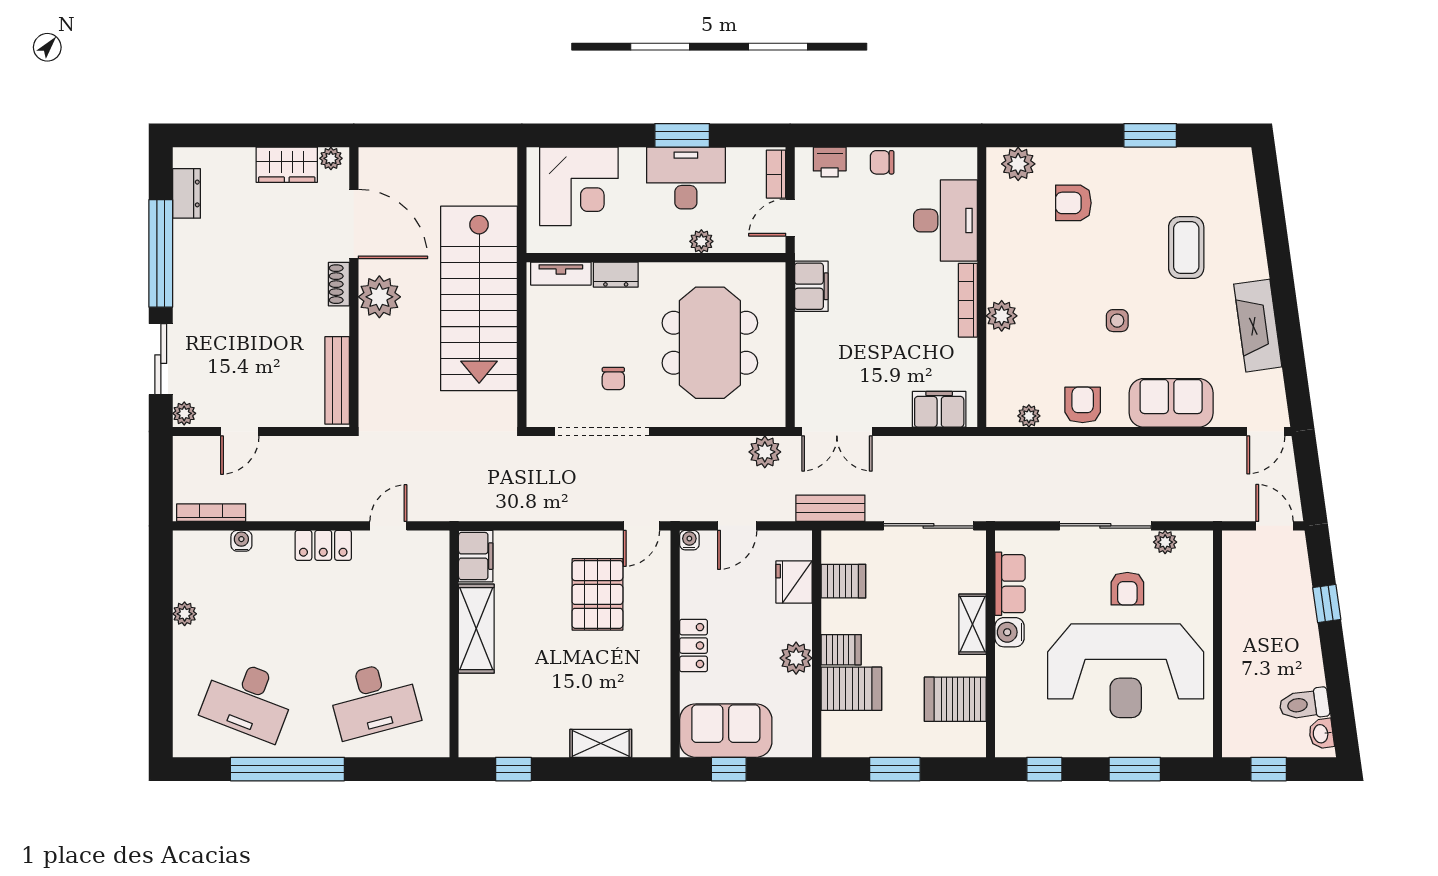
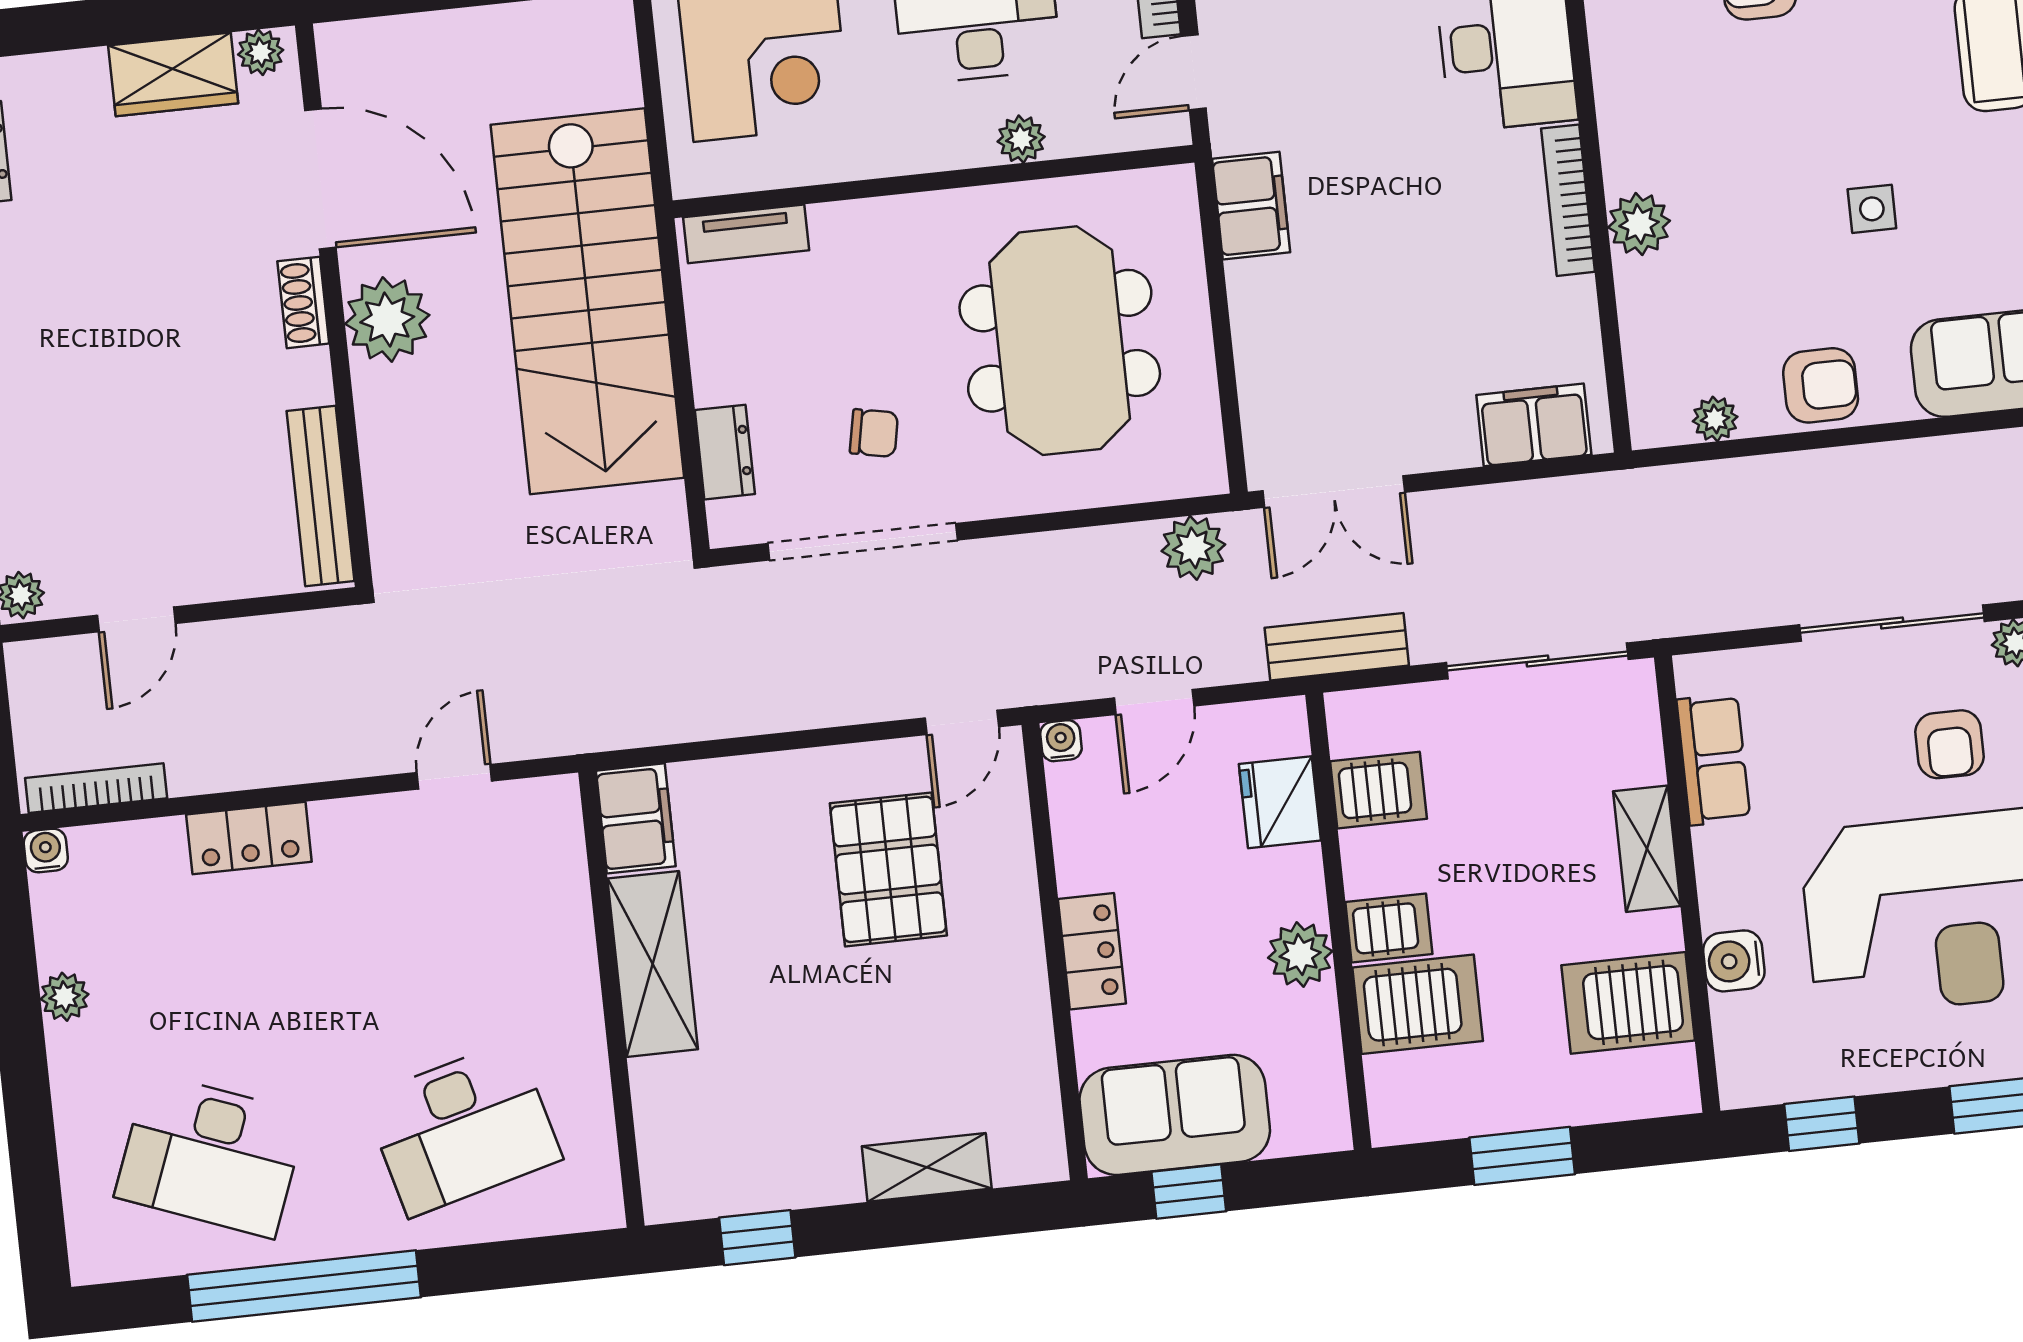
dresser: (616, 275) -> (725, 452), moved, turned -90
chair: (613, 379) -> (874, 433), turned -79
armchair: (1083, 405) -> (1821, 385), turned 90
water cooler: (241, 541) -> (46, 851), moved
locker: (323, 545) -> (249, 838), moved
water cooler: (1010, 632) -> (1734, 961), moved

